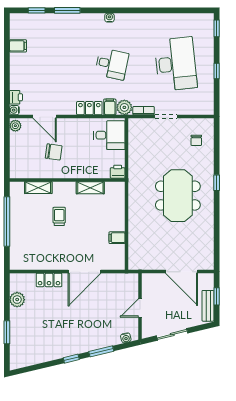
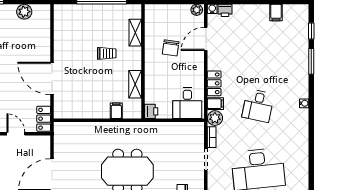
filing cabinet: (117, 238) -> (116, 111), moved
locker: (49, 280) -> (44, 119), moved

